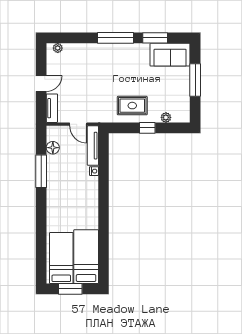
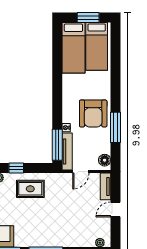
door: (78, 124) -> (81, 172), swing flipped
floor lamp: (53, 148) -> (105, 160), moved
window: (104, 153) -> (57, 145), added
armchair: (65, 186) -> (93, 114), added

